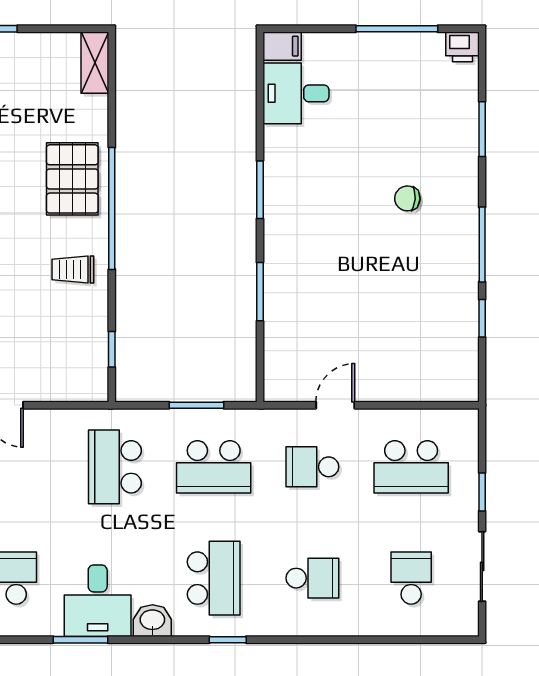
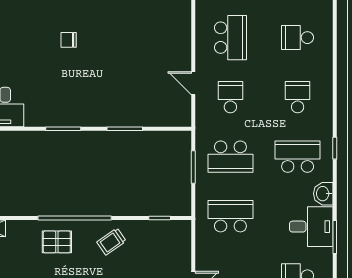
pallet: (72, 179) -> (57, 242), width x0.67, depth x0.71
chair: (407, 198) -> (69, 40), turned 86
trolley: (73, 270) -> (111, 242), turned 55
school desk: (115, 467) -> (230, 216), turned 180
school desk: (214, 467) -> (230, 157), turned 90
school desk: (312, 467) -> (230, 97), turned 180

